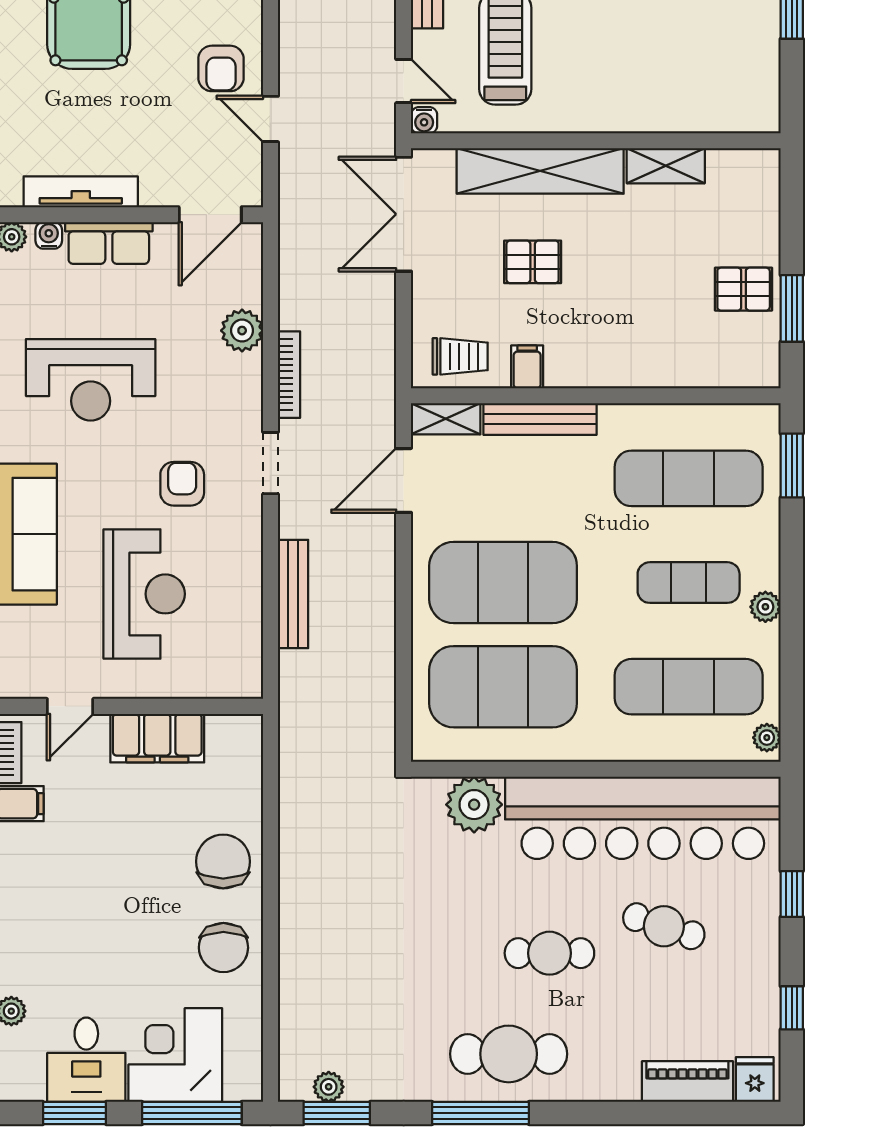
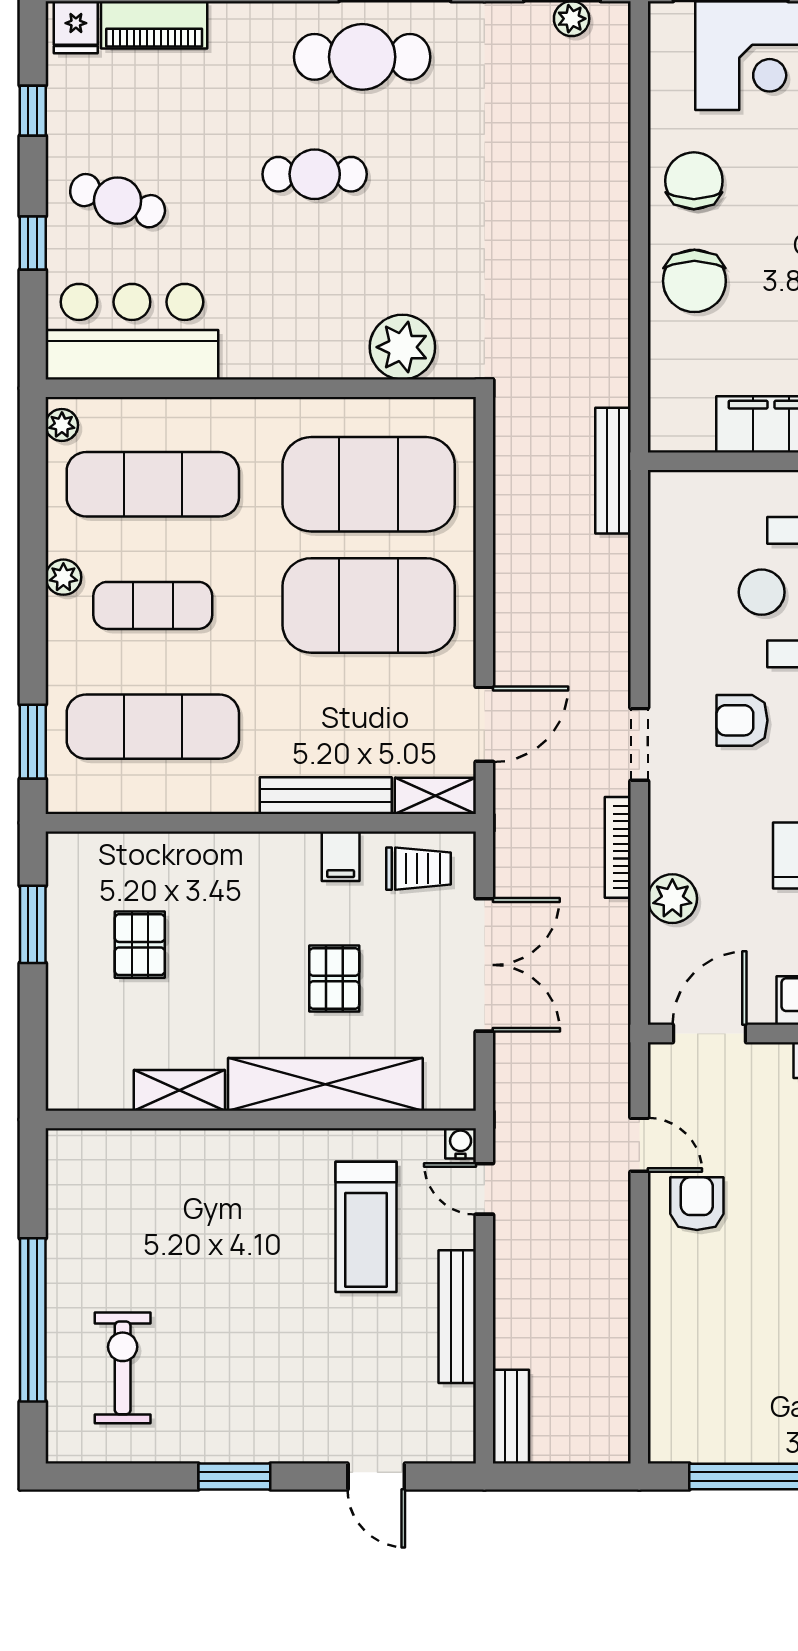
double door: (404, 214) -> (484, 965), moved
pallet: (533, 262) -> (334, 979), turned 90
pallet: (744, 289) -> (140, 945), moved, turned 90
trolley: (460, 356) -> (418, 869), turned 180
armchair: (182, 484) -> (742, 720), turned 90
bench: (293, 594) -> (613, 471), moved
bar counter: (643, 818) -> (132, 332), width x0.54
cafe table: (664, 926) -> (118, 201), moved

